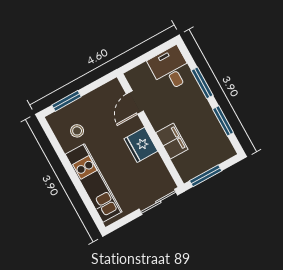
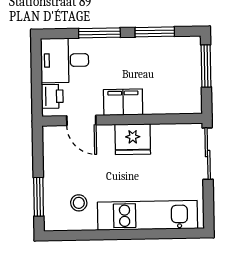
printer: (141, 74) -> (52, 96), added
filing cabinet: (172, 141) -> (123, 102), moved
window: (206, 176) -> (206, 66), moved

